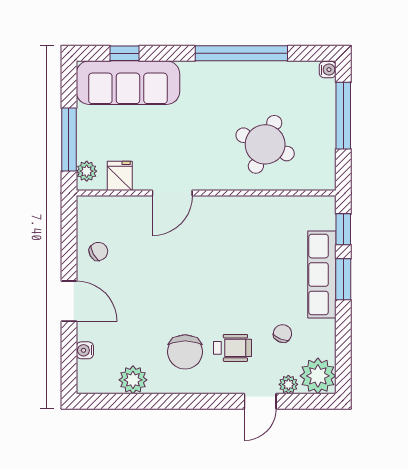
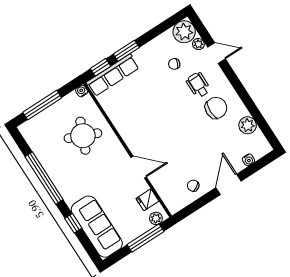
window: (125, 53) -> (73, 223), moved
water cooler: (328, 70) -> (82, 91), moved
row of seats: (322, 275) -> (113, 75), moved

